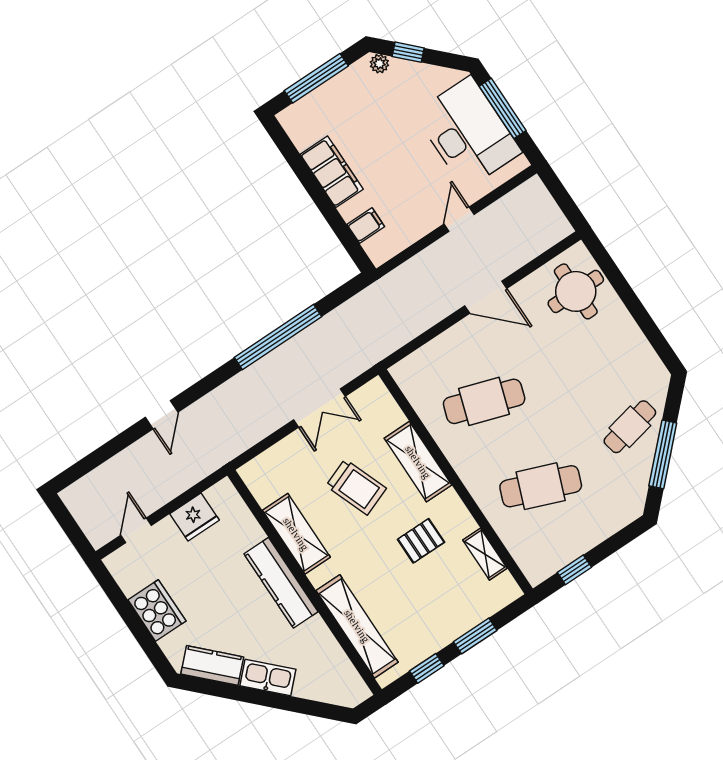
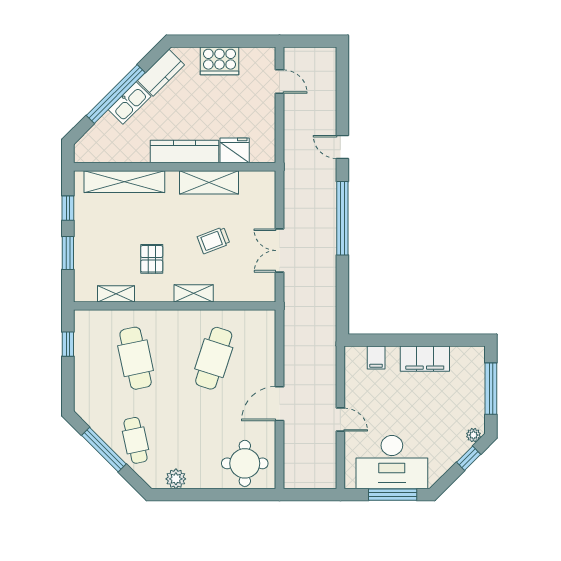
window: (278, 337) -> (342, 218), moved
plant: (642, 355) -> (176, 479), added
shelving: (418, 462) -> (194, 293), width x0.67, depth x0.75
cafe table: (541, 486) -> (136, 358), turned -33
trolley: (356, 487) -> (214, 240), width x0.73, depth x0.72
fridge: (194, 517) -> (235, 150), moved, turned 90
window: (268, 699) -> (116, 94), added

